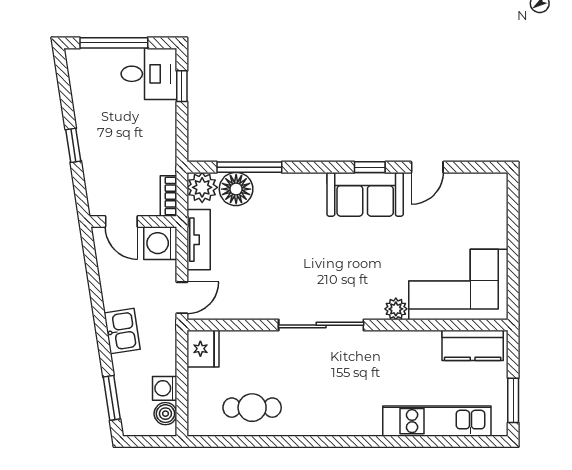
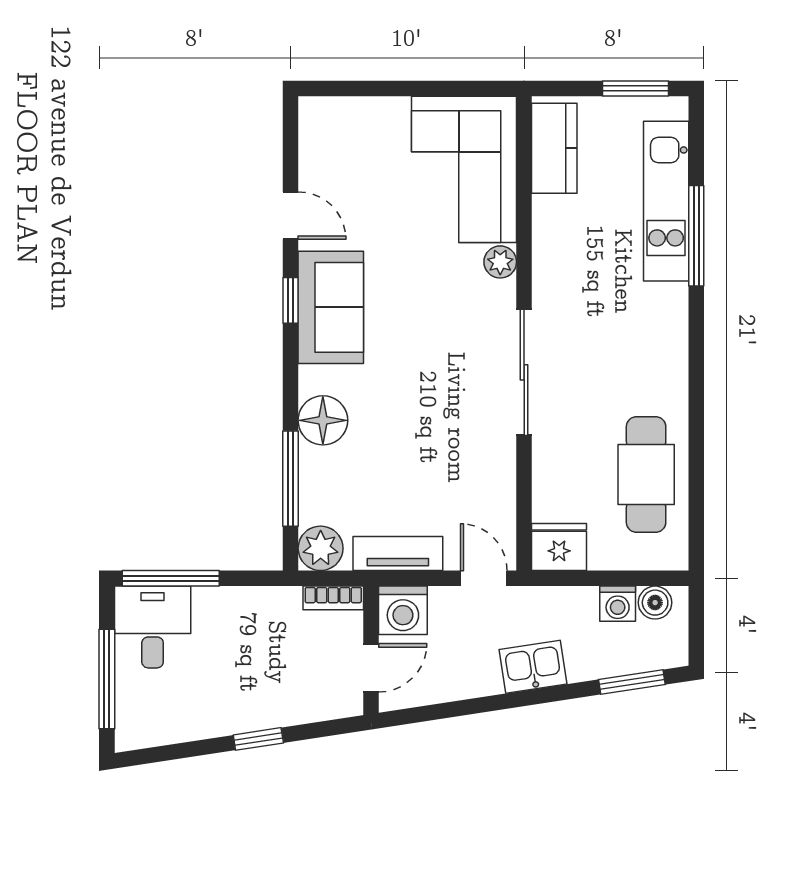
window: (182, 86) -> (171, 578), width x2.17
floor lamp: (236, 189) -> (323, 420), moved
cafe table: (252, 408) -> (646, 475), width x1.37, depth x1.35
window: (414, 441) -> (696, 236), added

